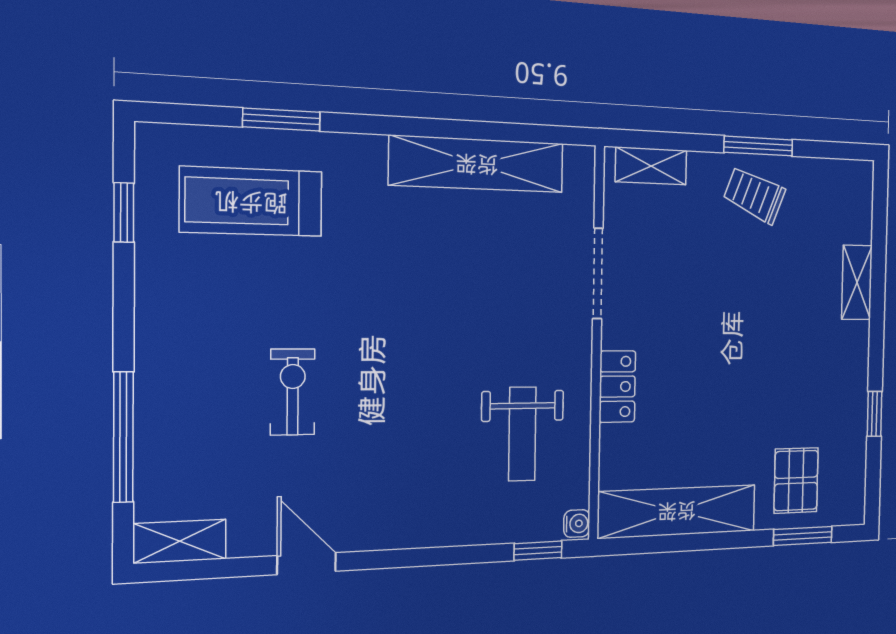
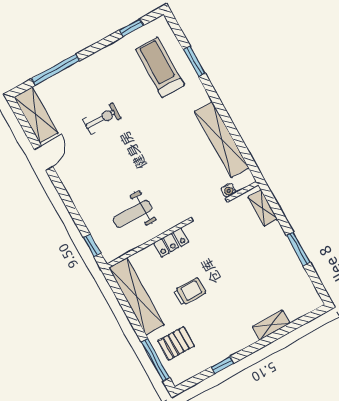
trolley: (754, 195) -> (190, 292), moved, turned 68
water cooler: (577, 524) -> (228, 190), moved
window: (803, 536) -> (155, 360), width x1.44
shelving: (180, 541) -> (36, 115), width x1.50, depth x1.33

